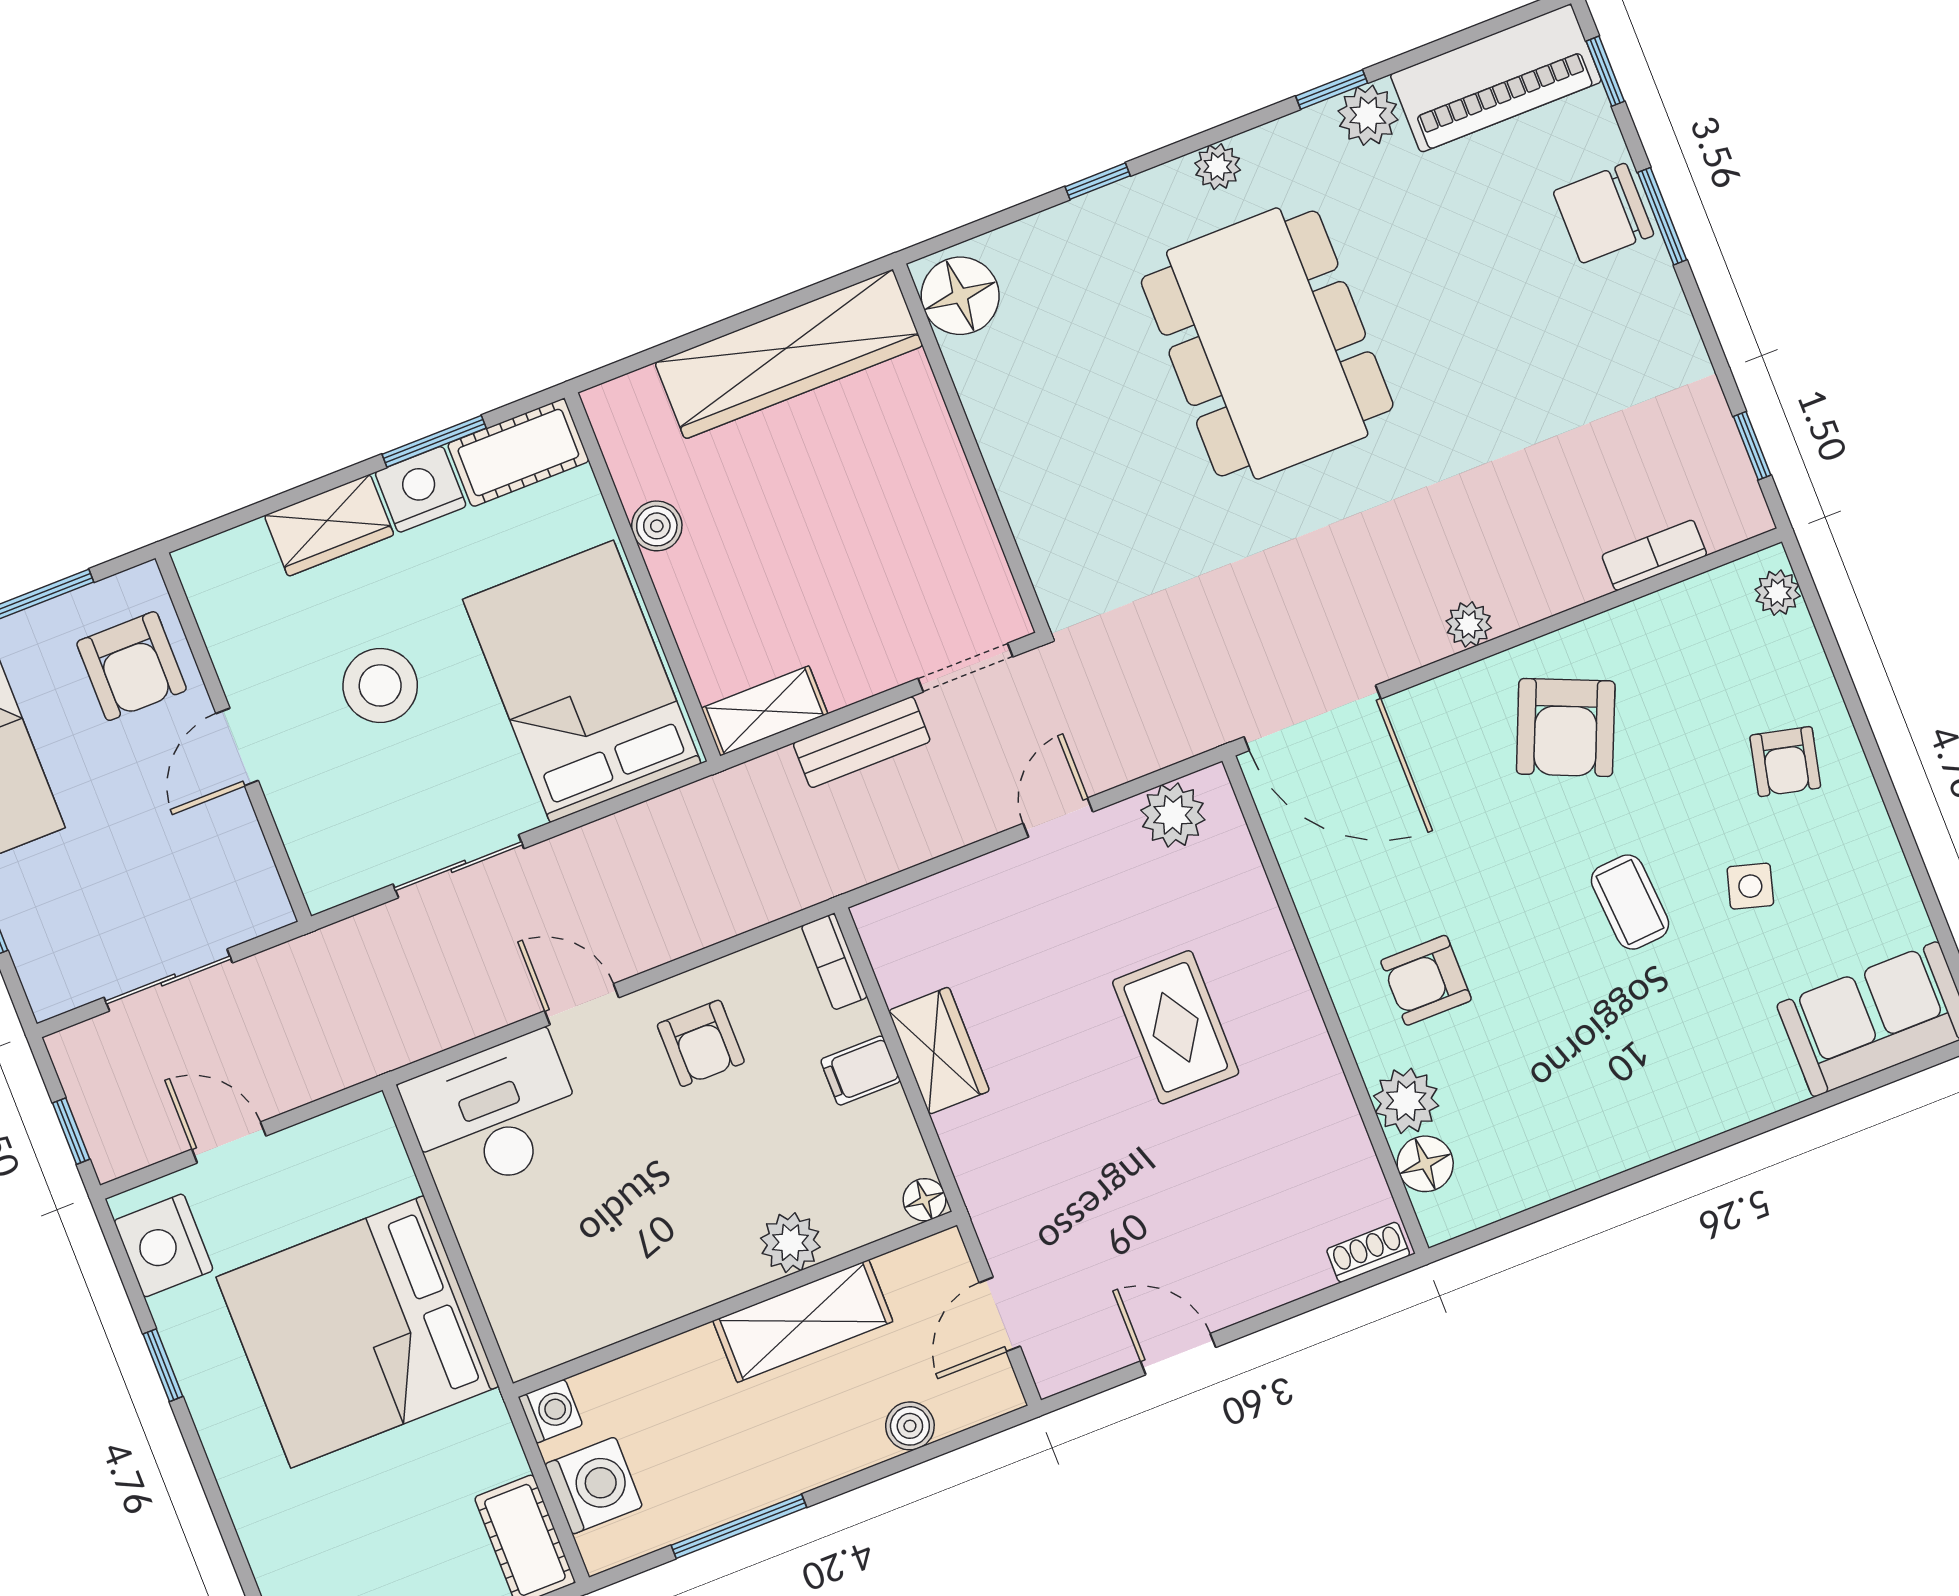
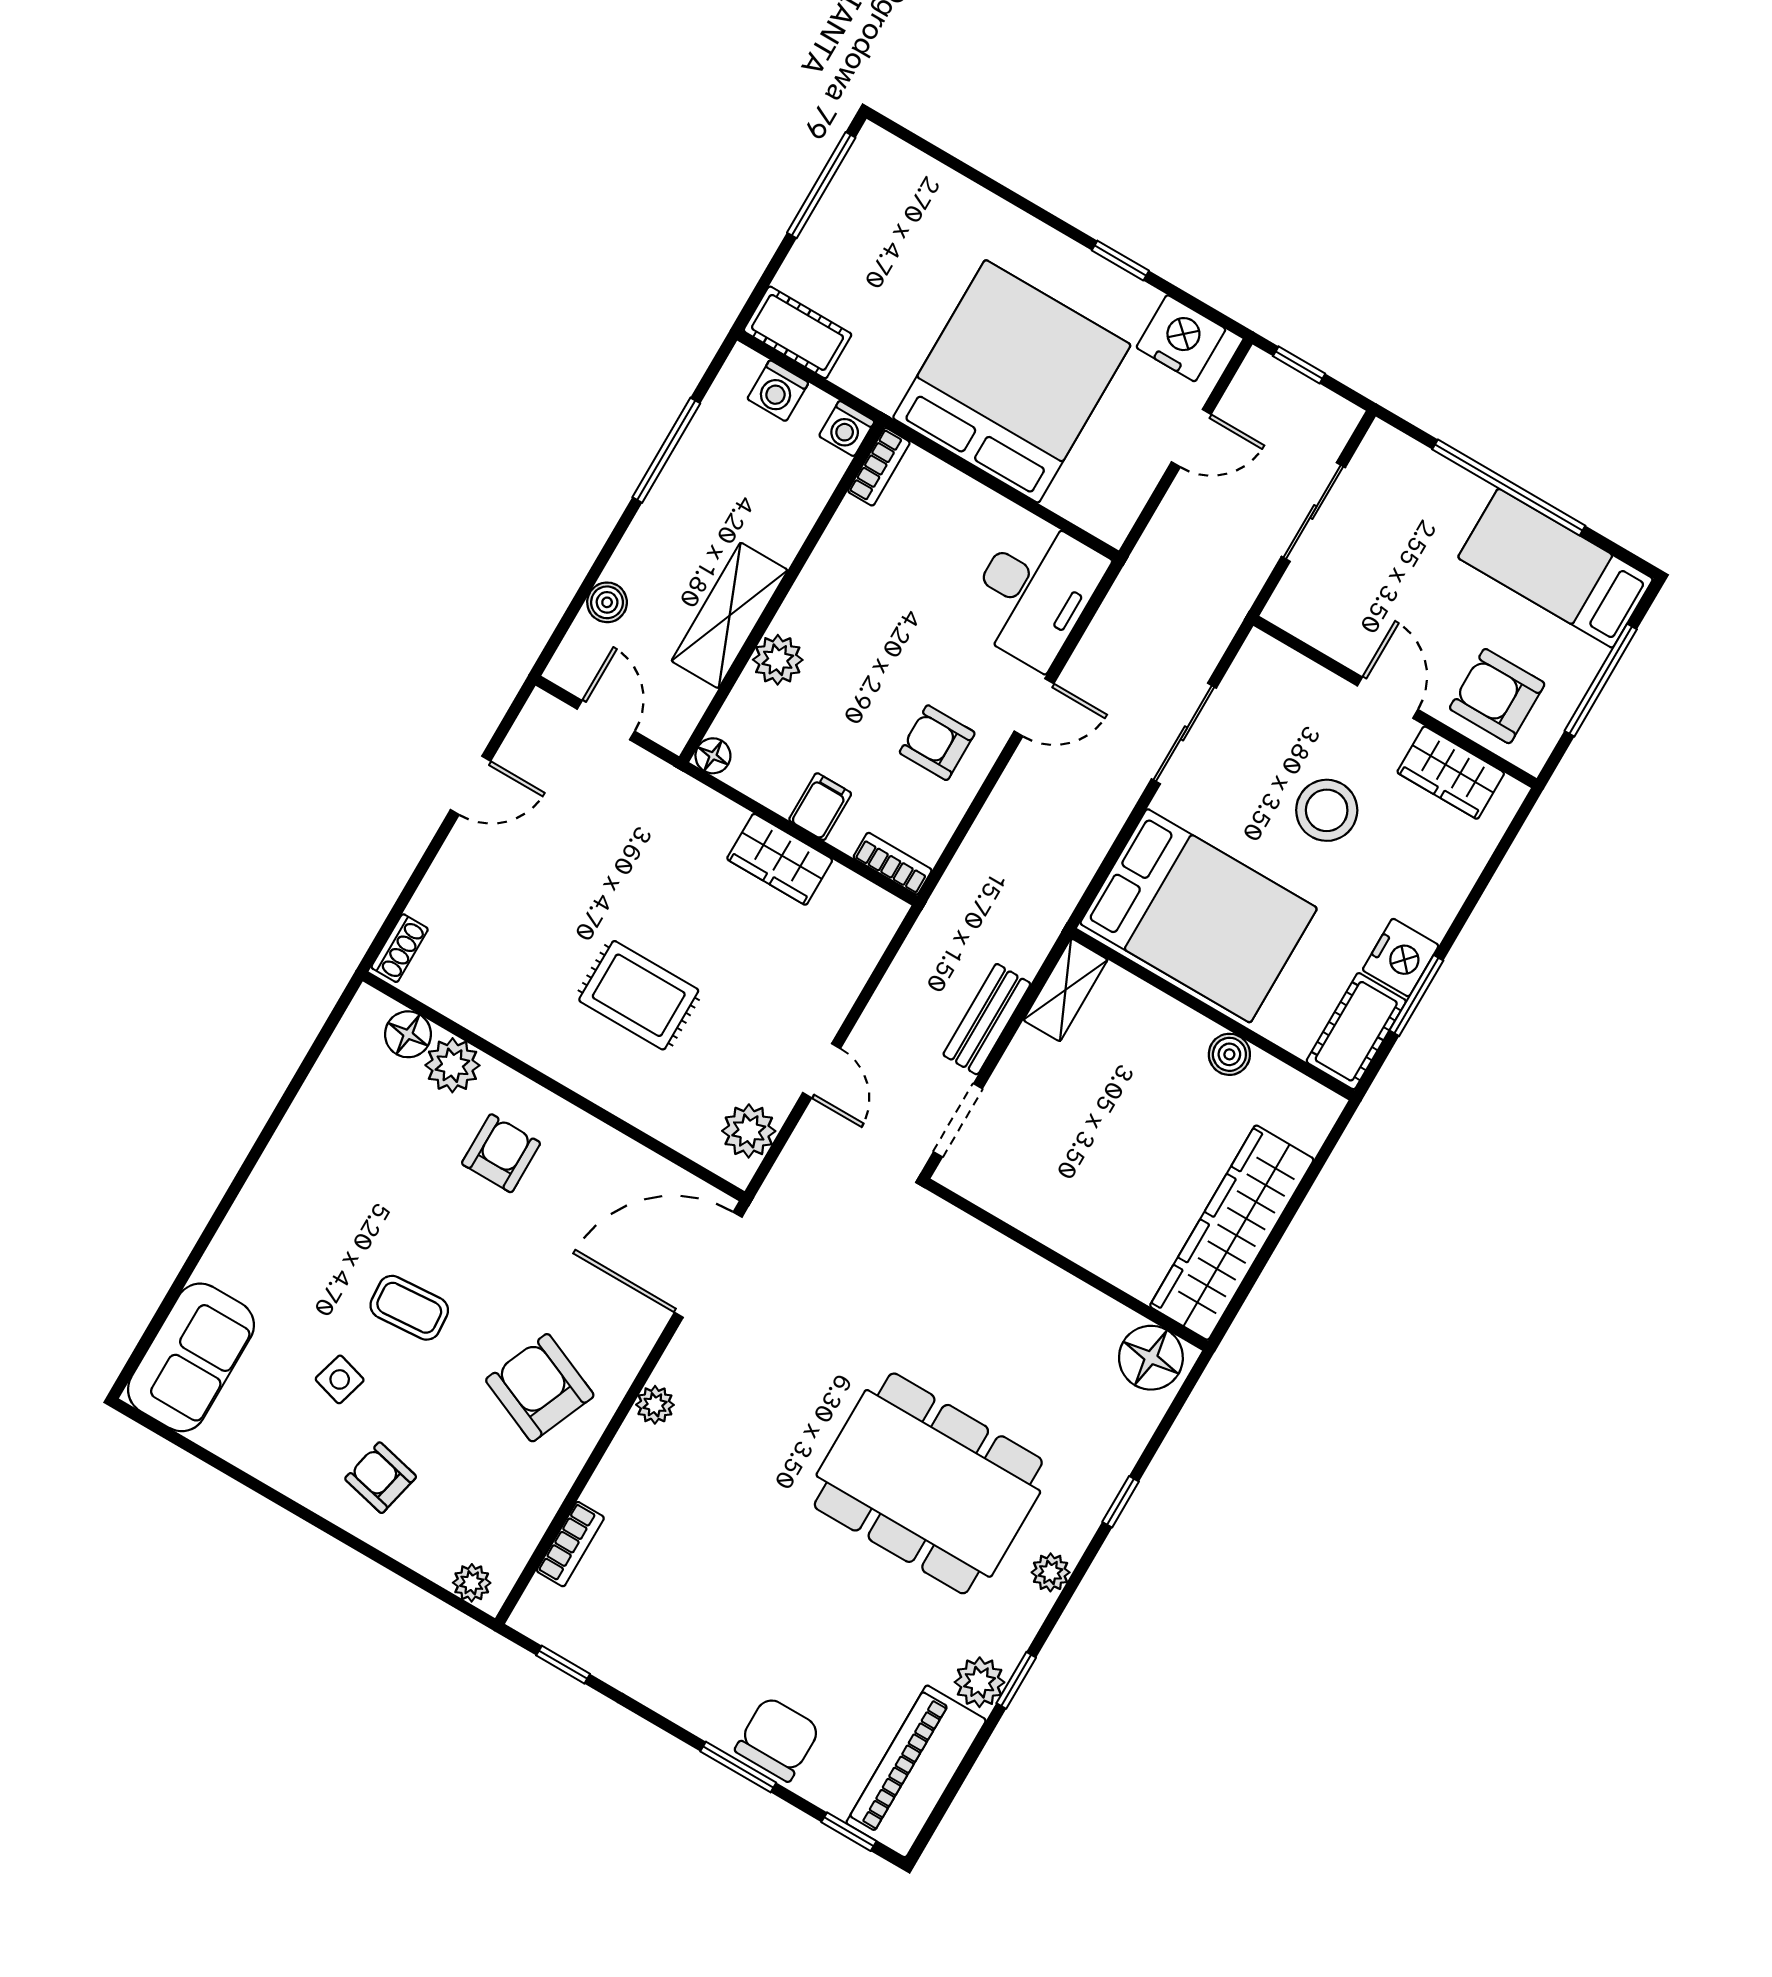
wardrobe: (329, 525) -> (1451, 773), moved, turned -90
bookcase: (549, 1350) -> (879, 467), added
washing machine: (594, 1486) -> (778, 391), width x0.73, depth x0.73

